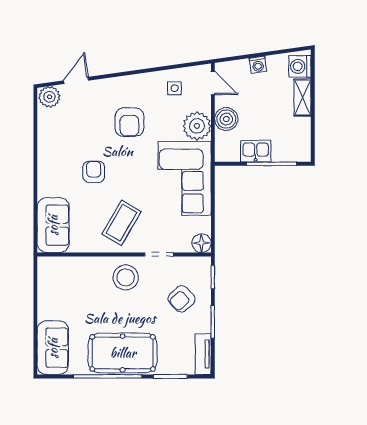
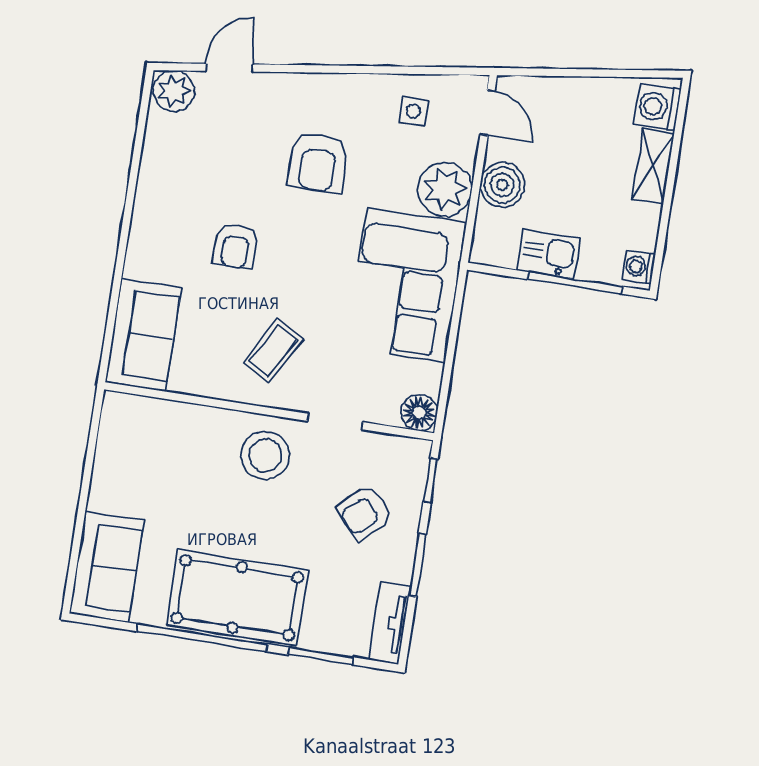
washing machine: (258, 65) -> (639, 267), moved, turned 98
armchair: (94, 172) -> (236, 246), turned 180
coffee table: (121, 223) -> (273, 350), width x0.73, depth x0.77

